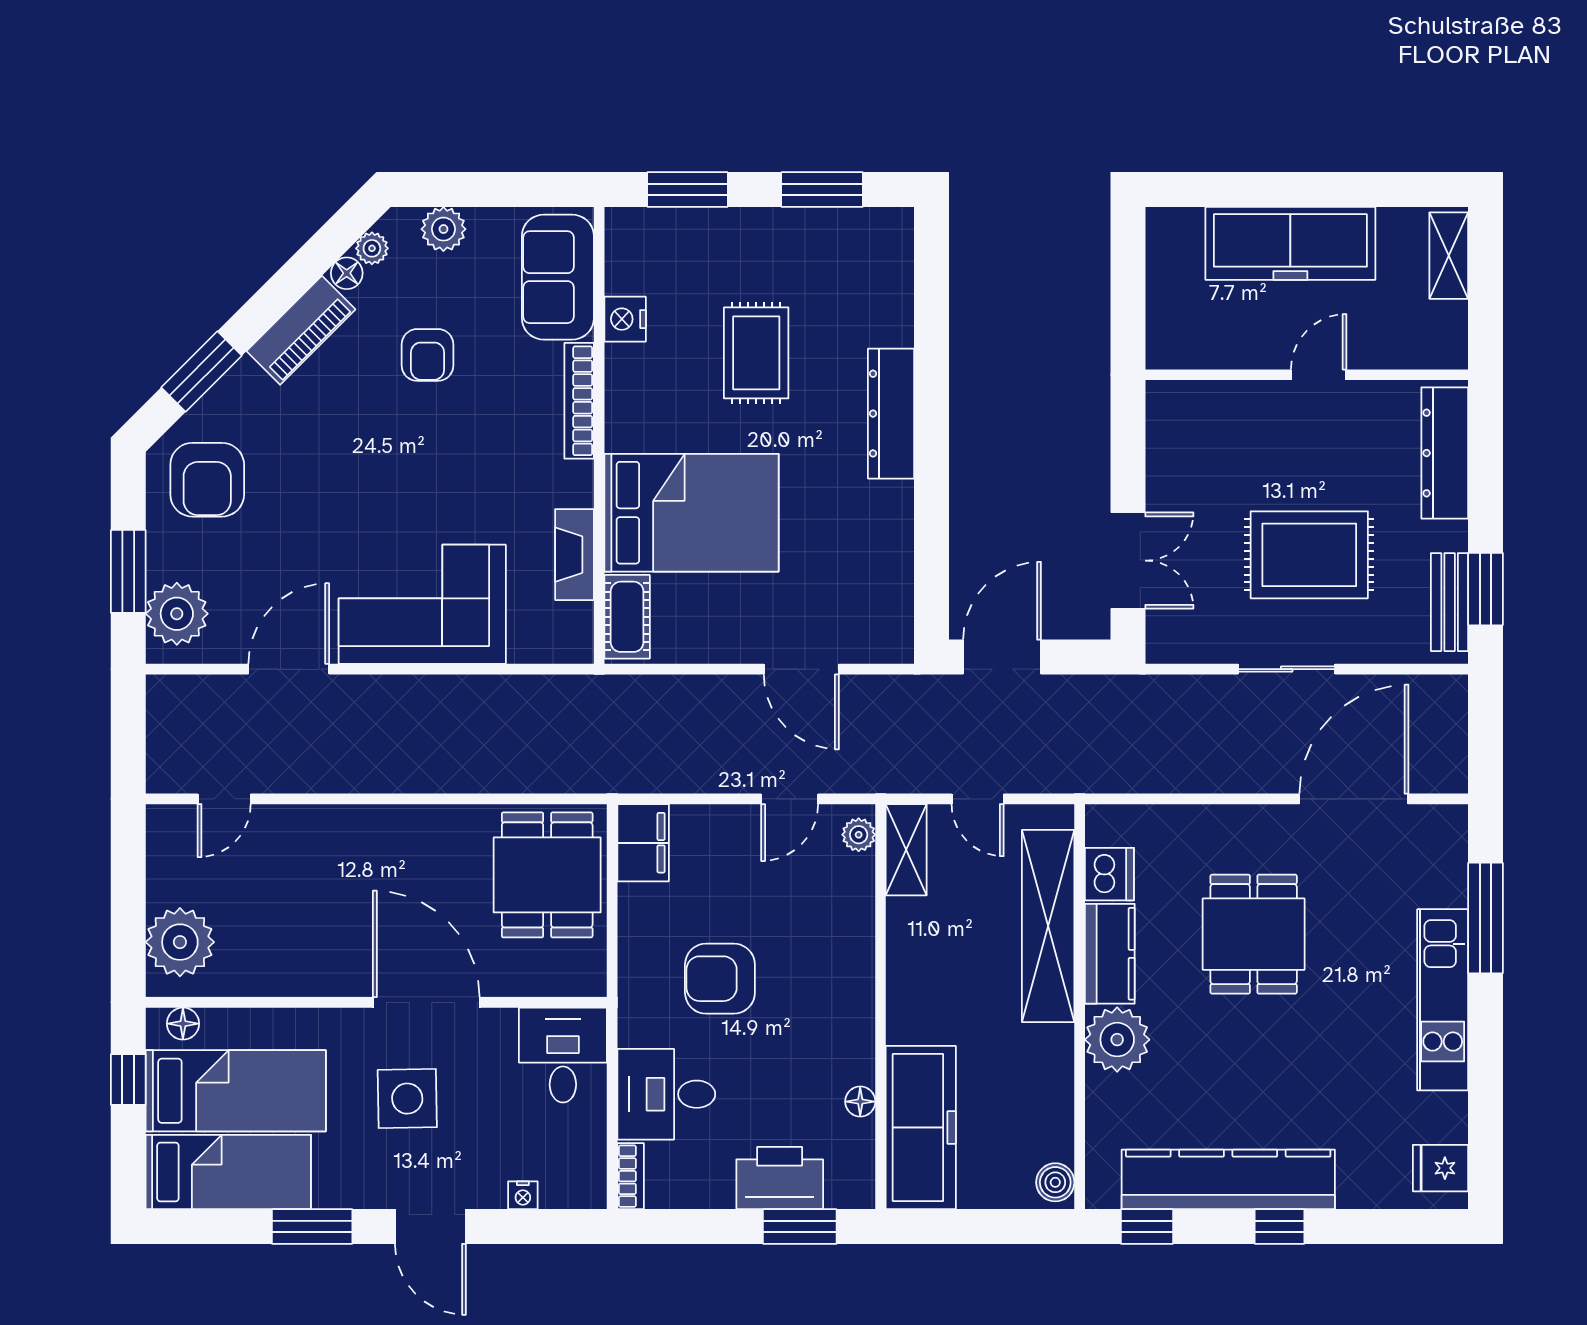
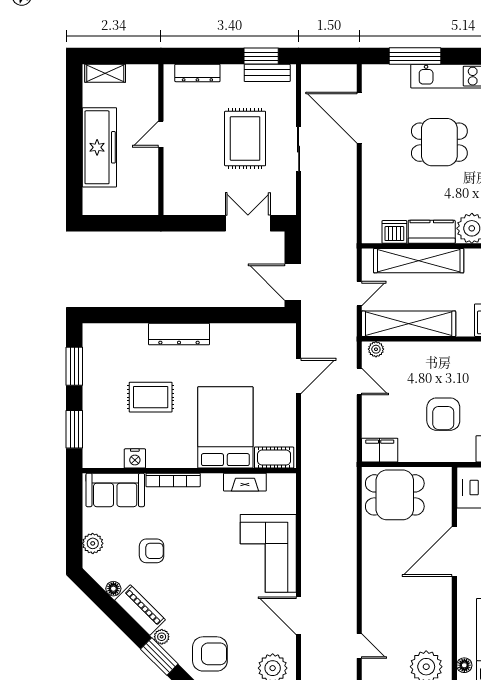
plant: (372, 248) -> (162, 637), moved
door: (1319, 375) -> (161, 134), hinge flipped
dresser: (1445, 453) -> (197, 73), width x0.73, depth x0.80
shelving: (906, 850) -> (409, 324), width x2.20, depth x1.33
dining table: (1254, 934) -> (439, 142), moved

